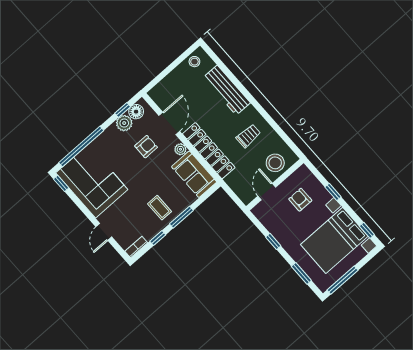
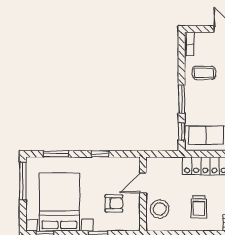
door: (267, 192) -> (143, 183), swing flipped
coffee table: (159, 208) -> (204, 73), moved
window: (158, 238) -> (182, 132), moved

